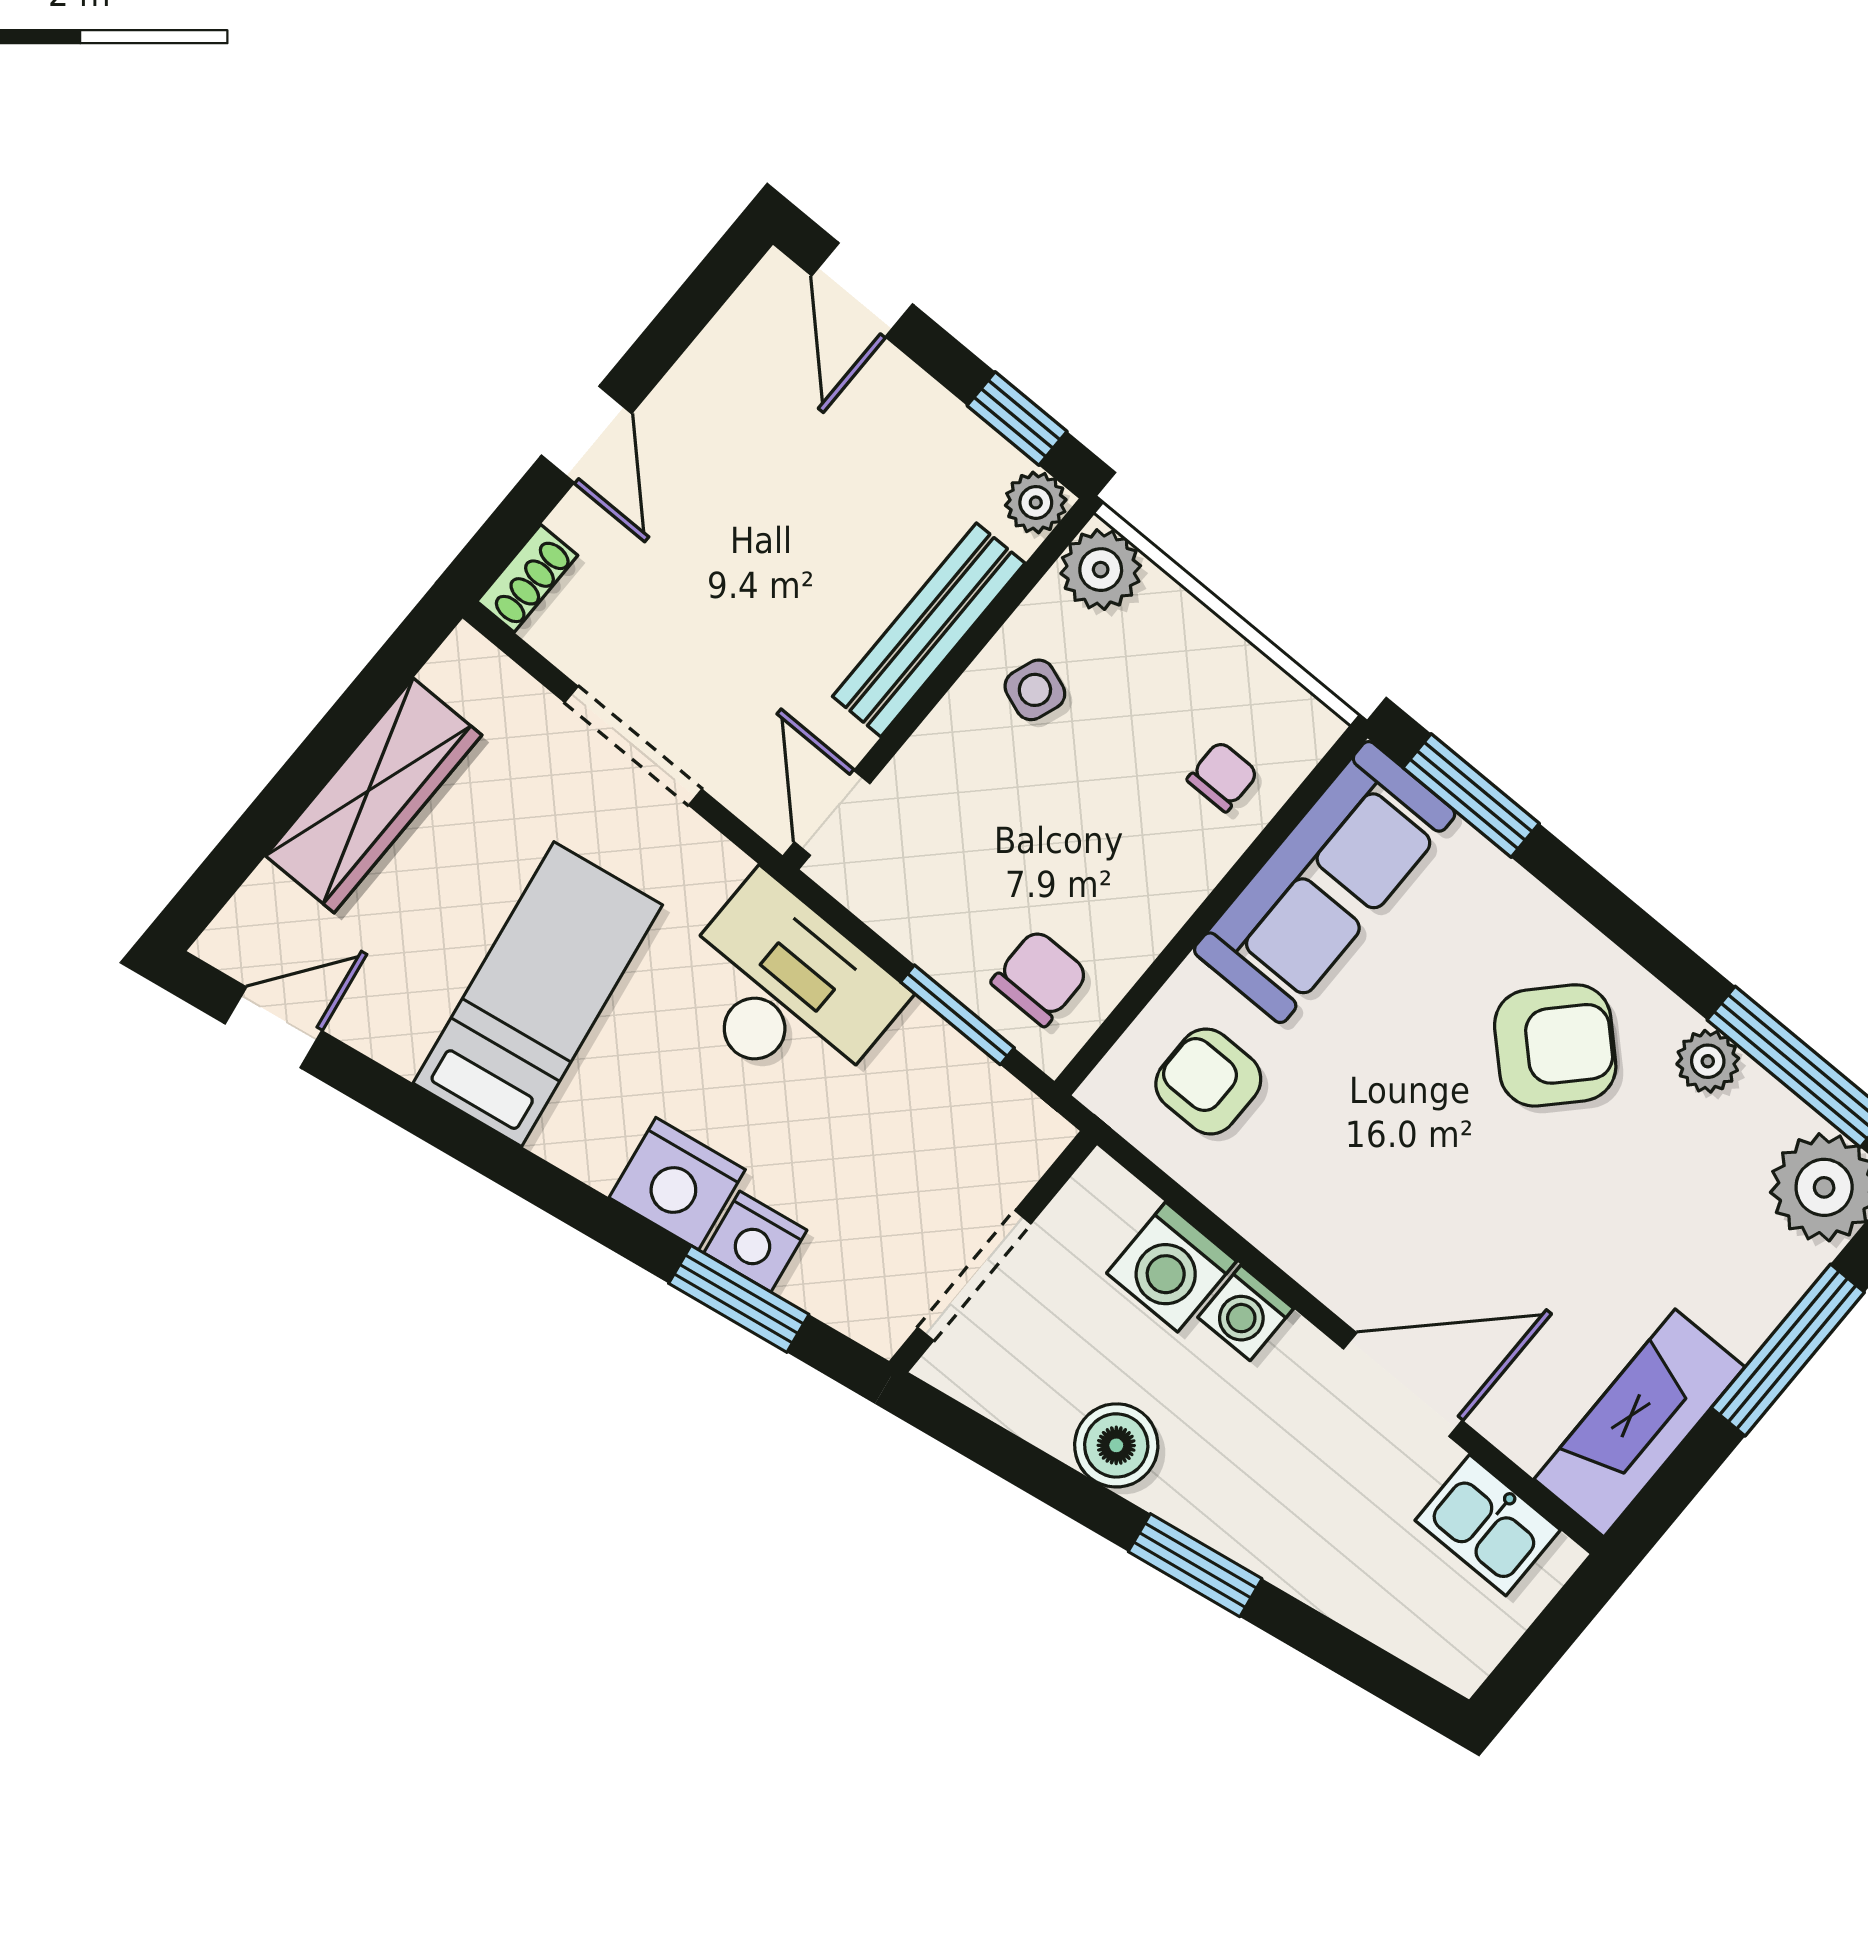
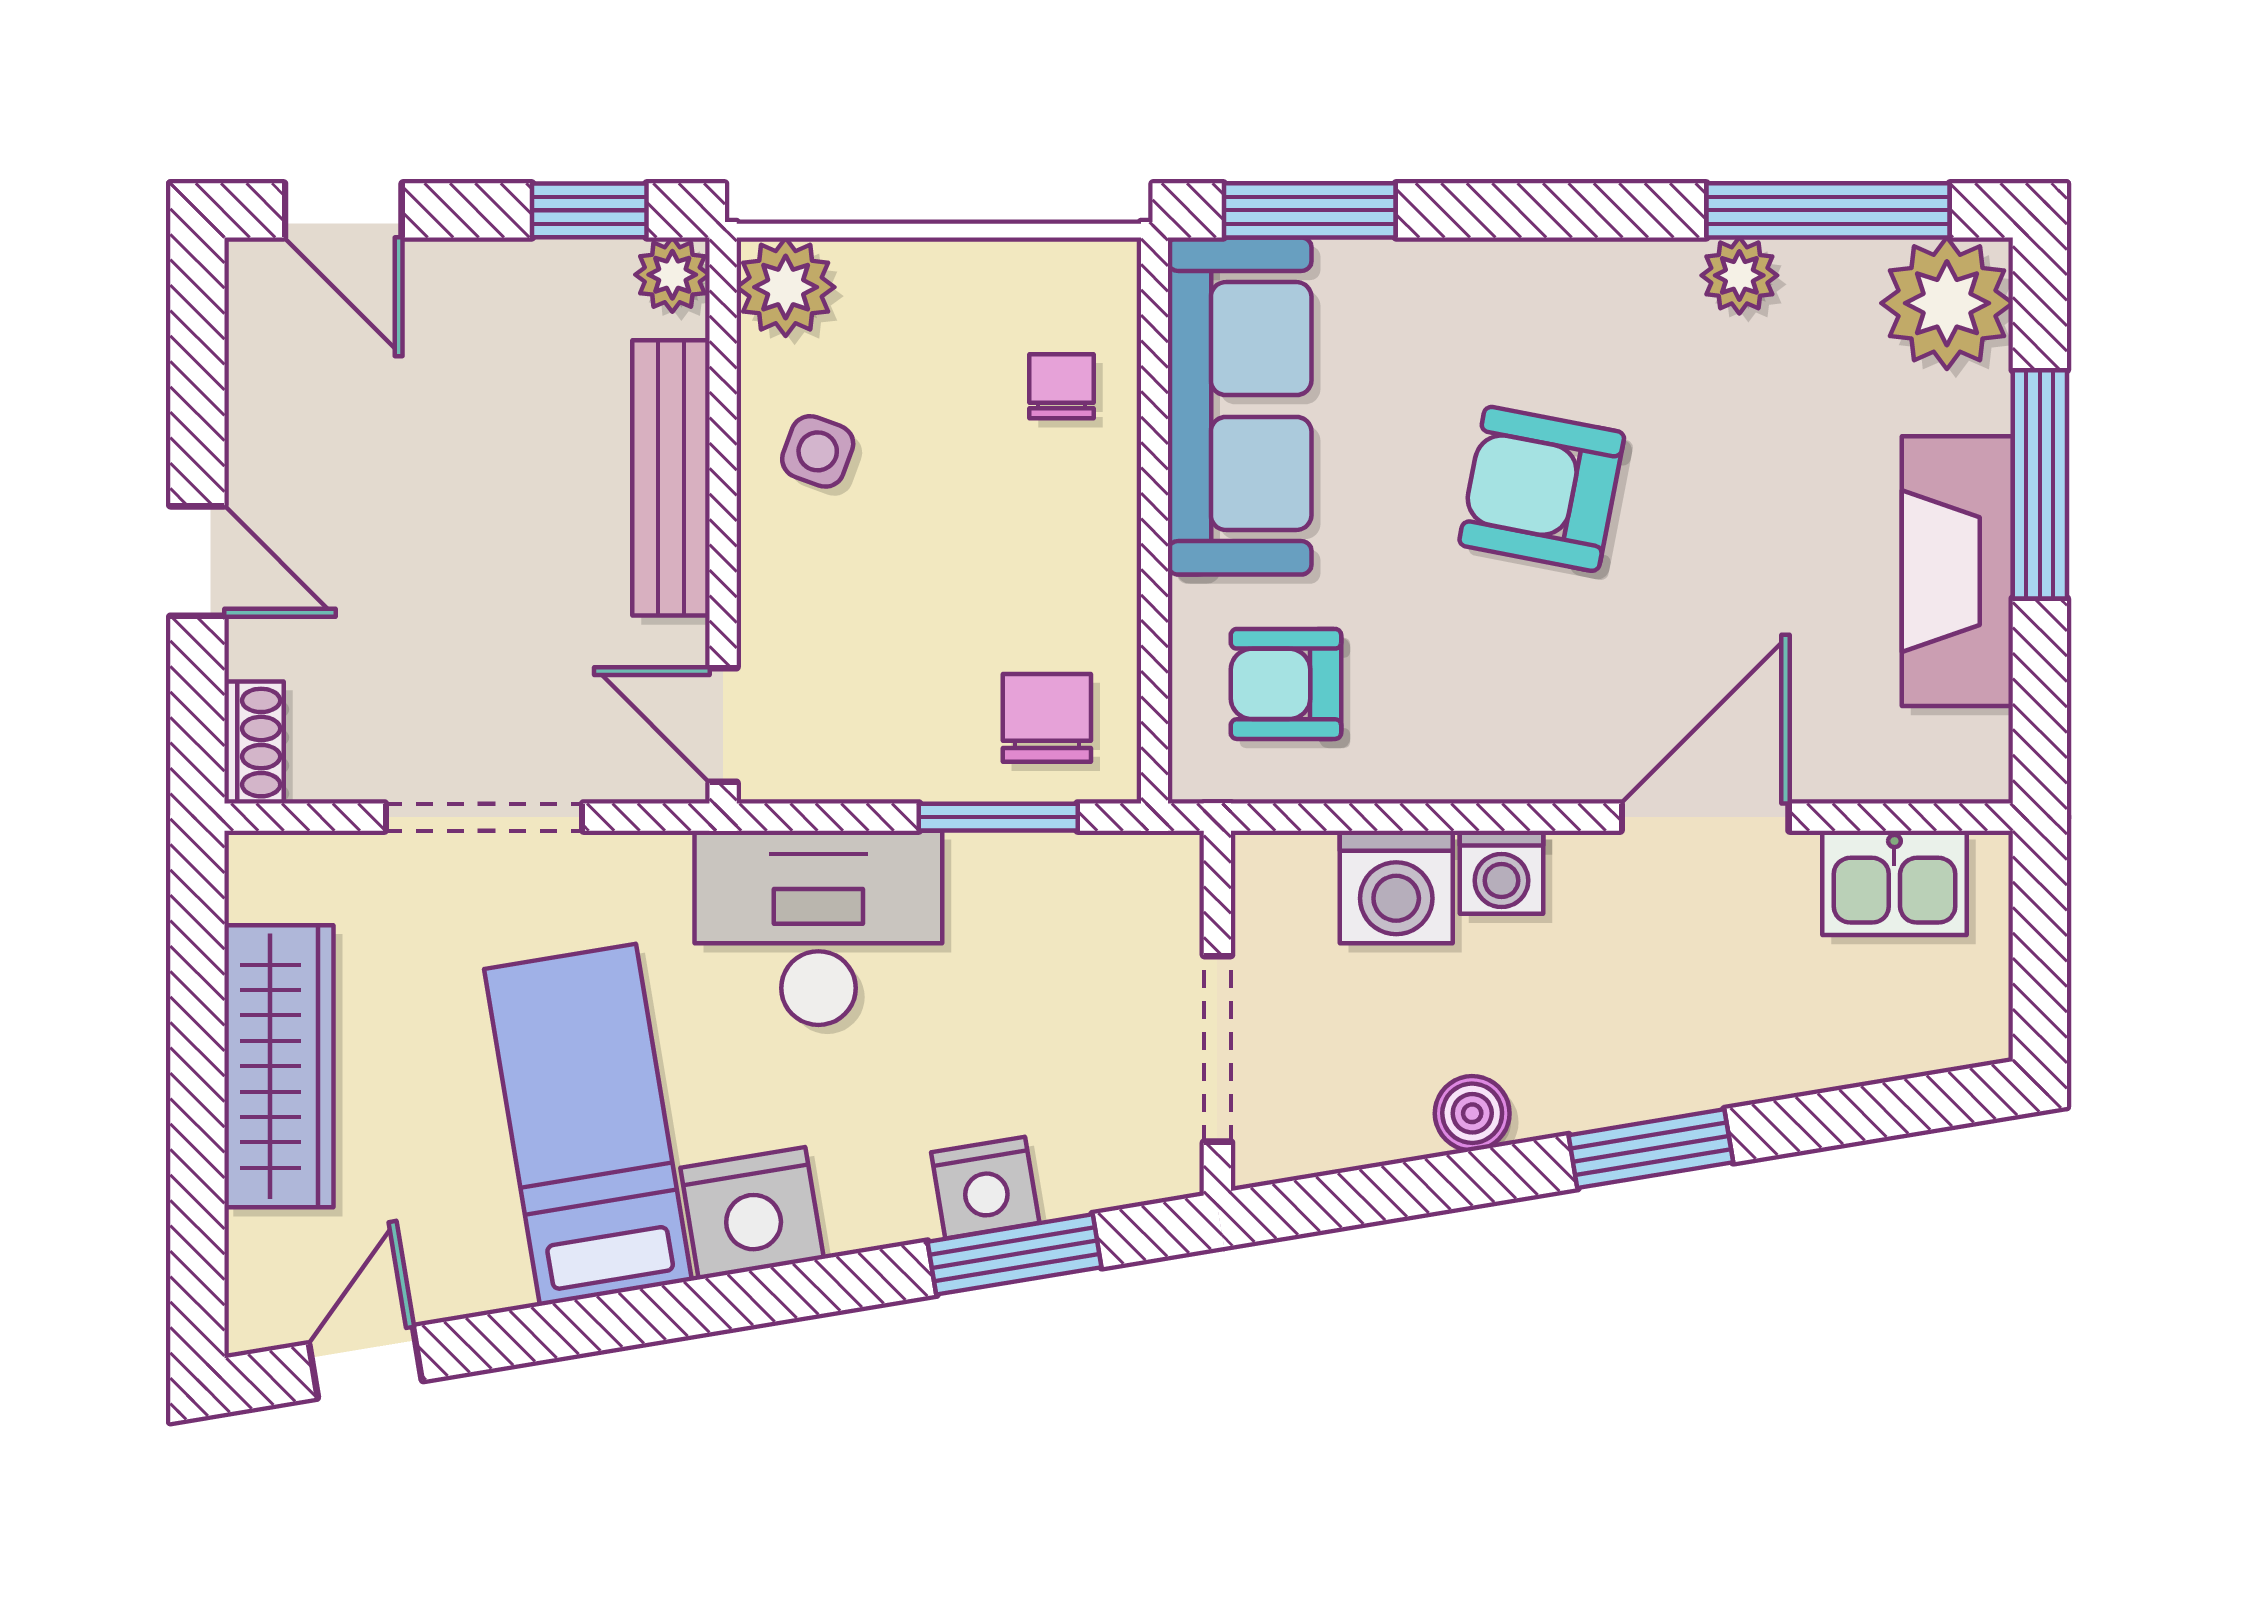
armchair: (1555, 1045) -> (1542, 489), moved, turned -123
nightstand: (677, 1184) -> (752, 1213), moved
fireplace: (1639, 1423) -> (1957, 571), moved
boiler: (1116, 1445) -> (1472, 1113), width x0.73, depth x0.73

